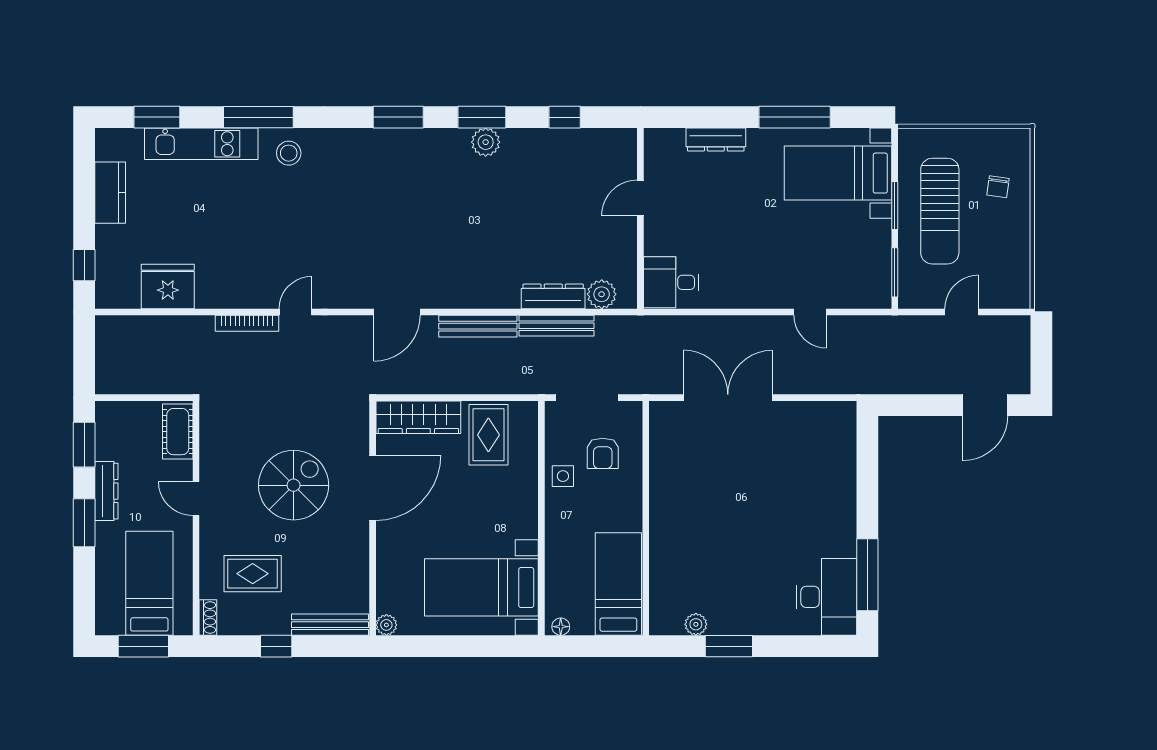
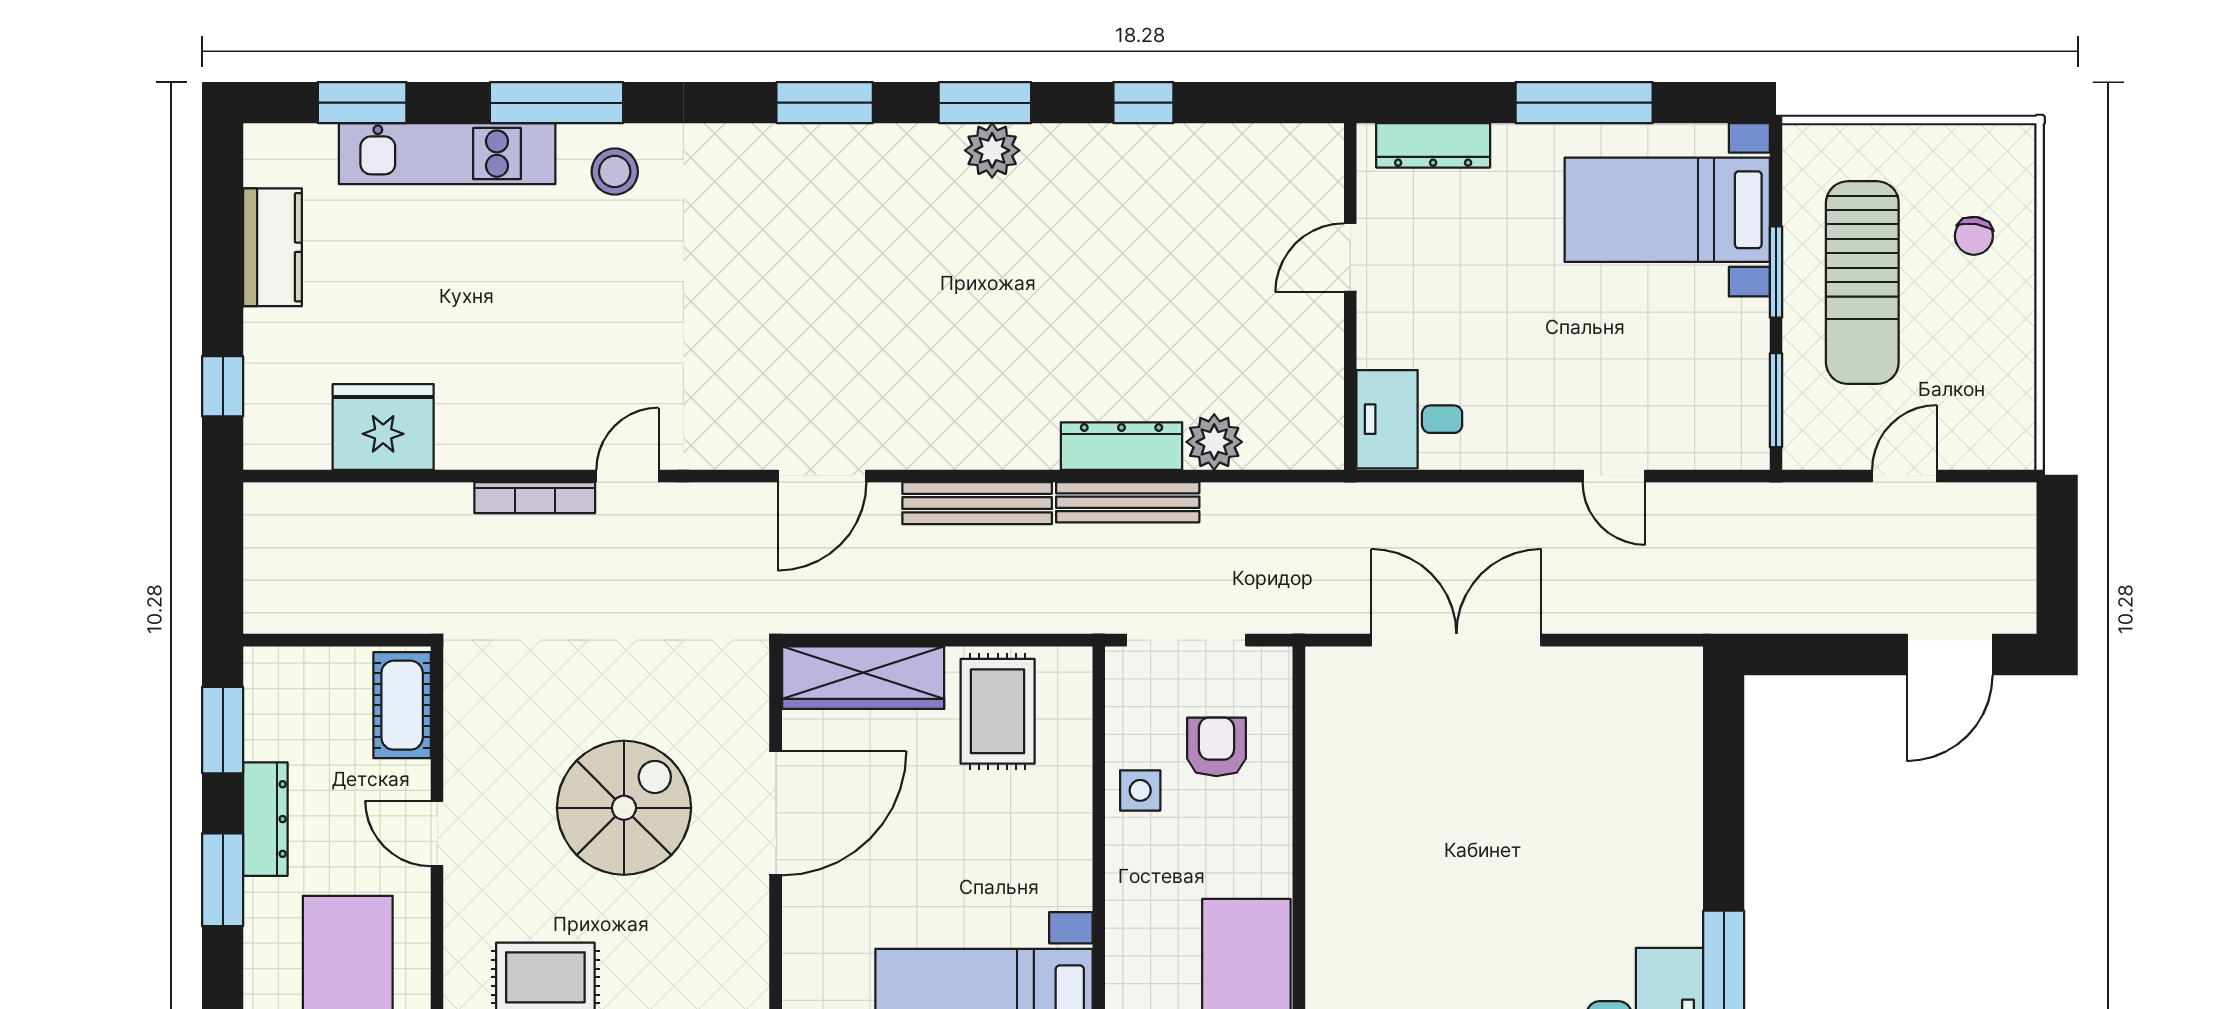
door: (640, 198) -> (1350, 258), moved
wall: (640, 218) -> (1350, 296), moved
desk: (671, 282) -> (1409, 419), moved
armchair: (603, 453) -> (1216, 747), turned 180

